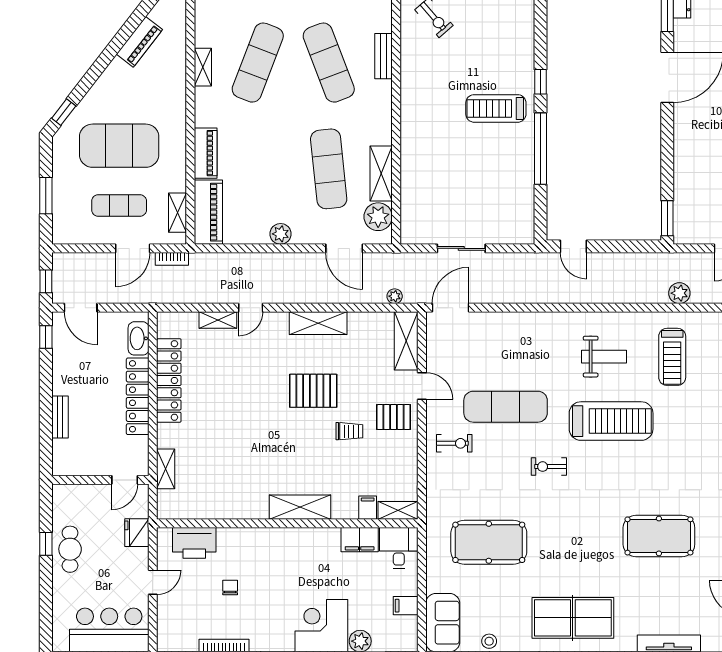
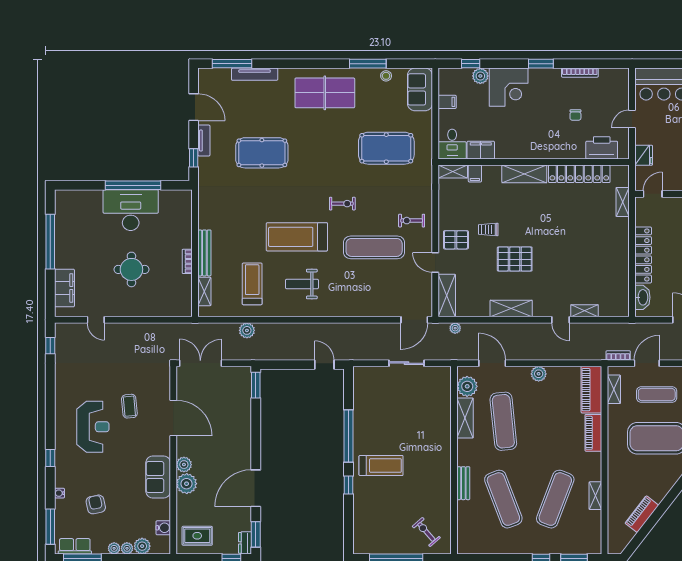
bench: (383, 56) -> (463, 483), moved
door: (251, 308) -> (560, 320), swing flipped
locker: (169, 380) -> (579, 174), moved, turned -90

